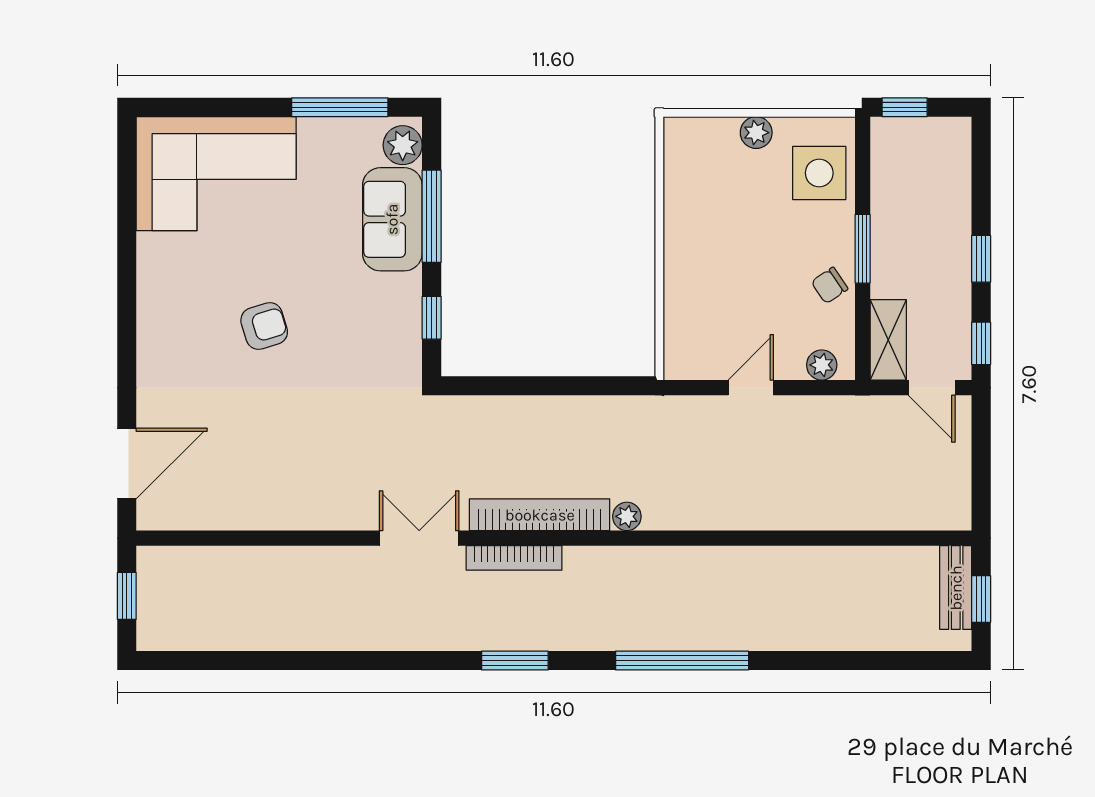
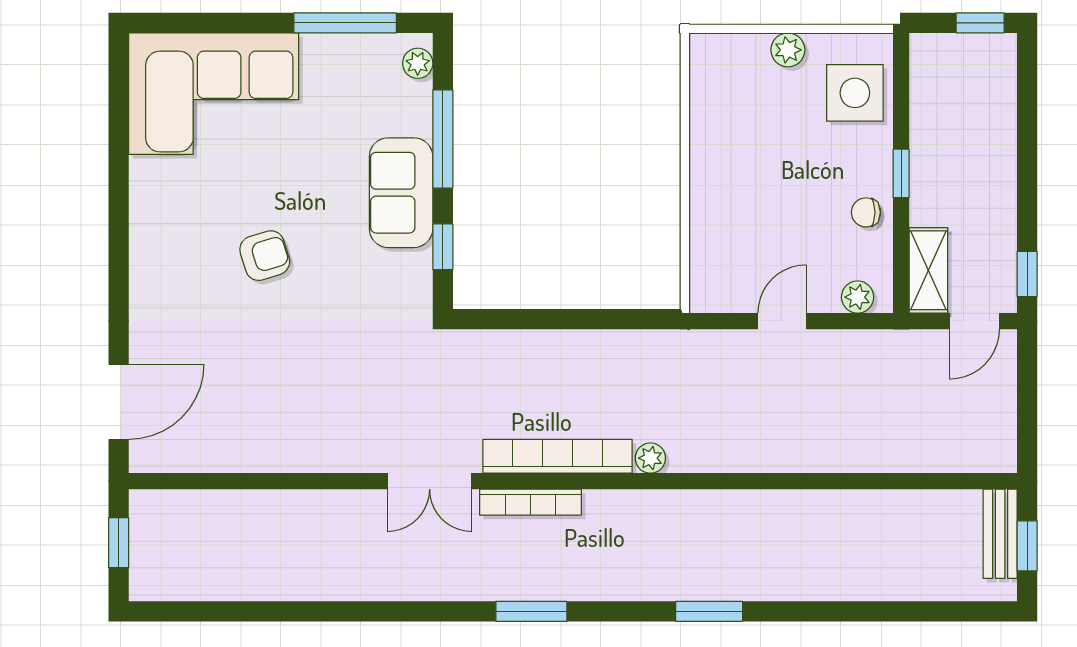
window: (905, 107) -> (980, 23), moved
plant: (403, 145) -> (418, 63), width x0.73, depth x0.73
sofa: (392, 219) -> (401, 193), moved
window: (863, 249) -> (901, 173), width x0.67
window: (981, 259) -> (1027, 184), removed
chair: (830, 285) -> (866, 212), turned 34
door: (932, 388) -> (974, 321), hinge flipped
double door: (419, 538) -> (430, 481), swing flipped
window: (682, 660) -> (709, 611), width x0.47

